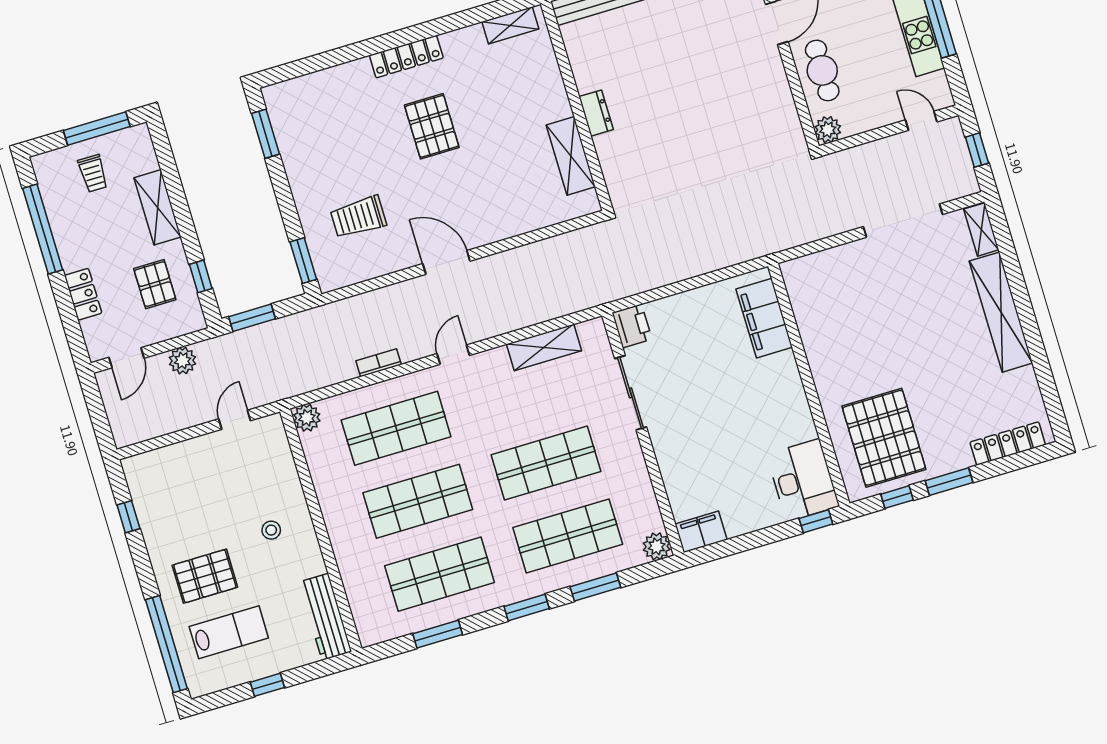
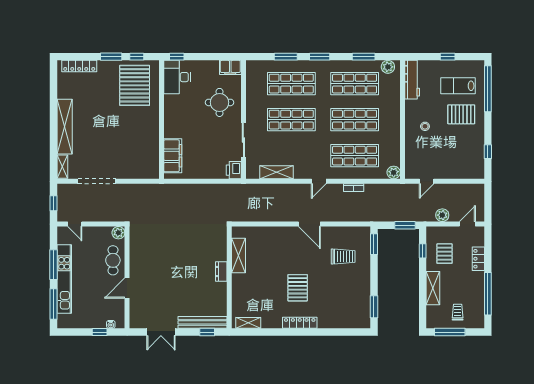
round table: (702, 454) -> (220, 102), added
plant: (657, 546) -> (388, 67), moved

